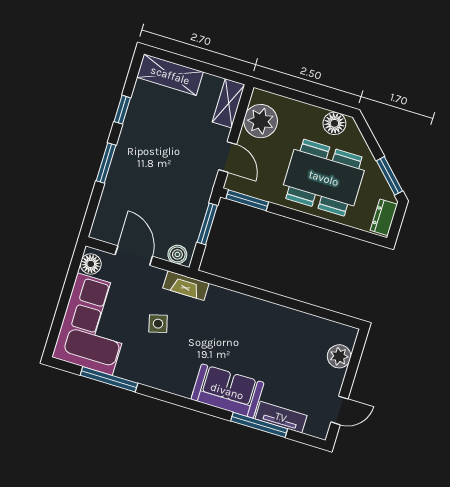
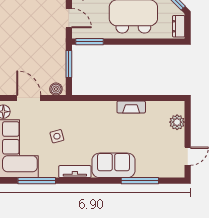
fireplace: (186, 286) -> (131, 107), moved
tv unit: (281, 417) -> (75, 172), moved

